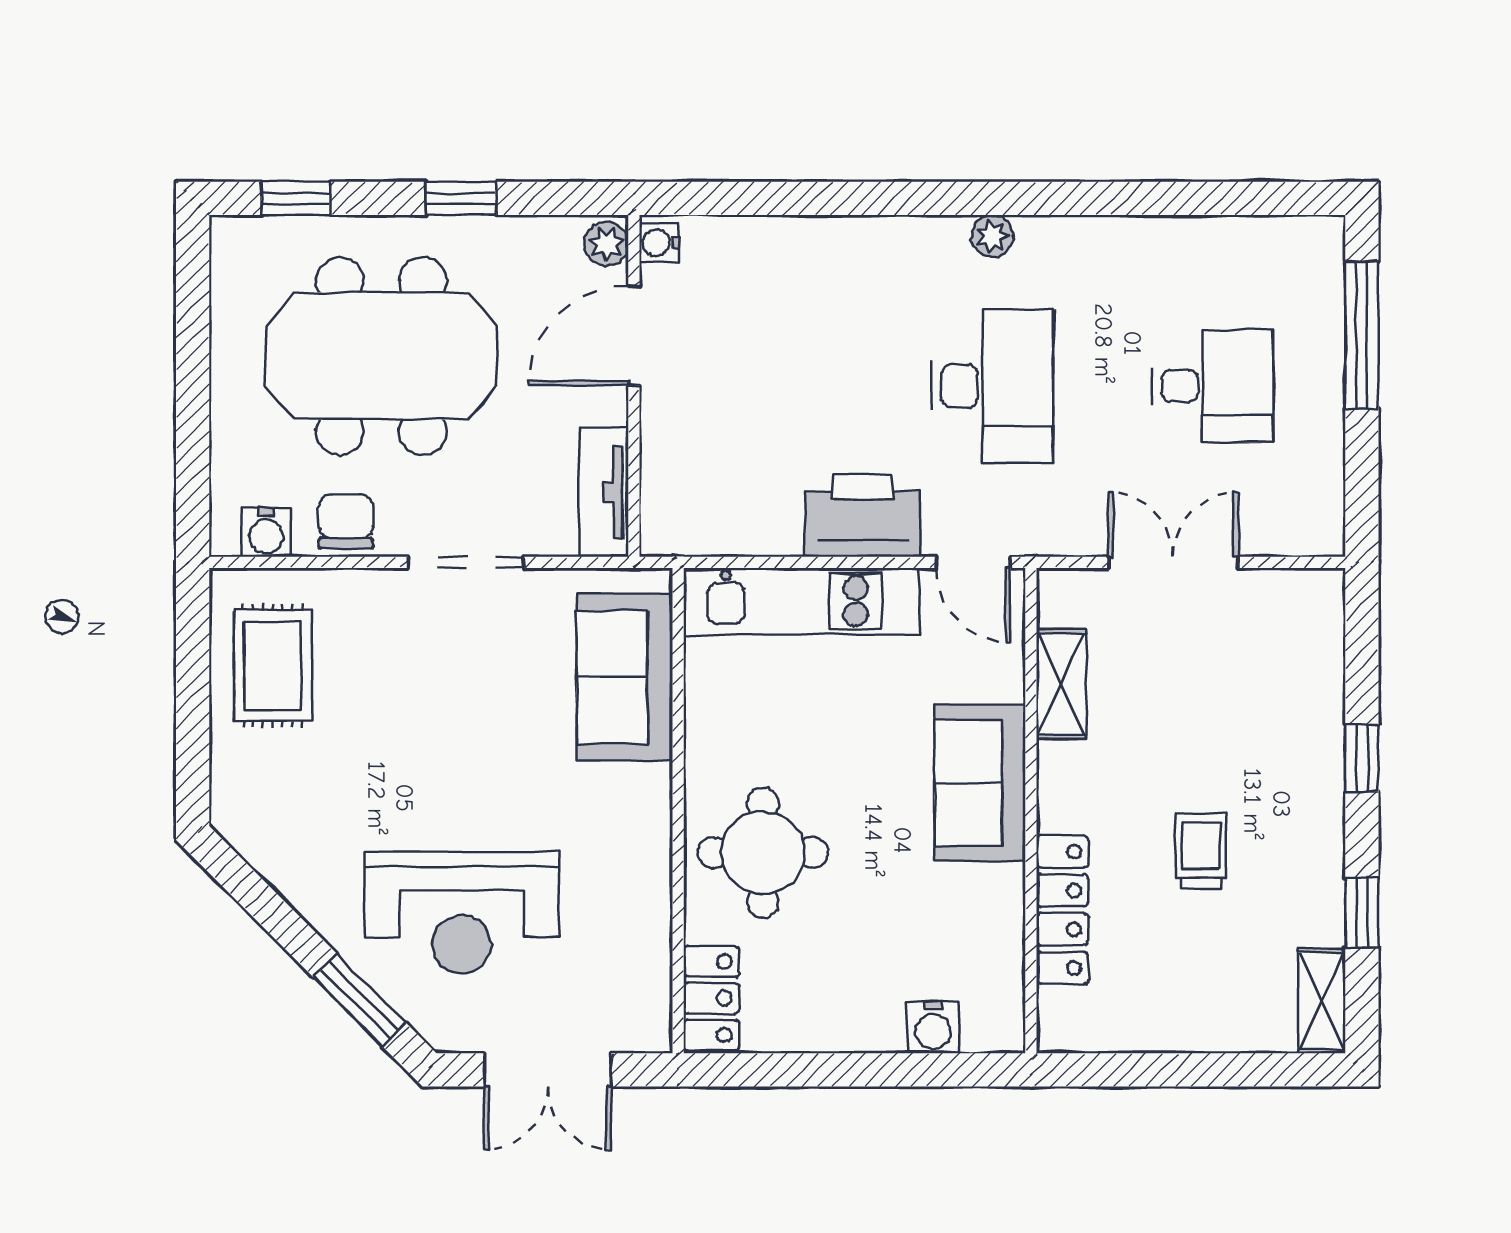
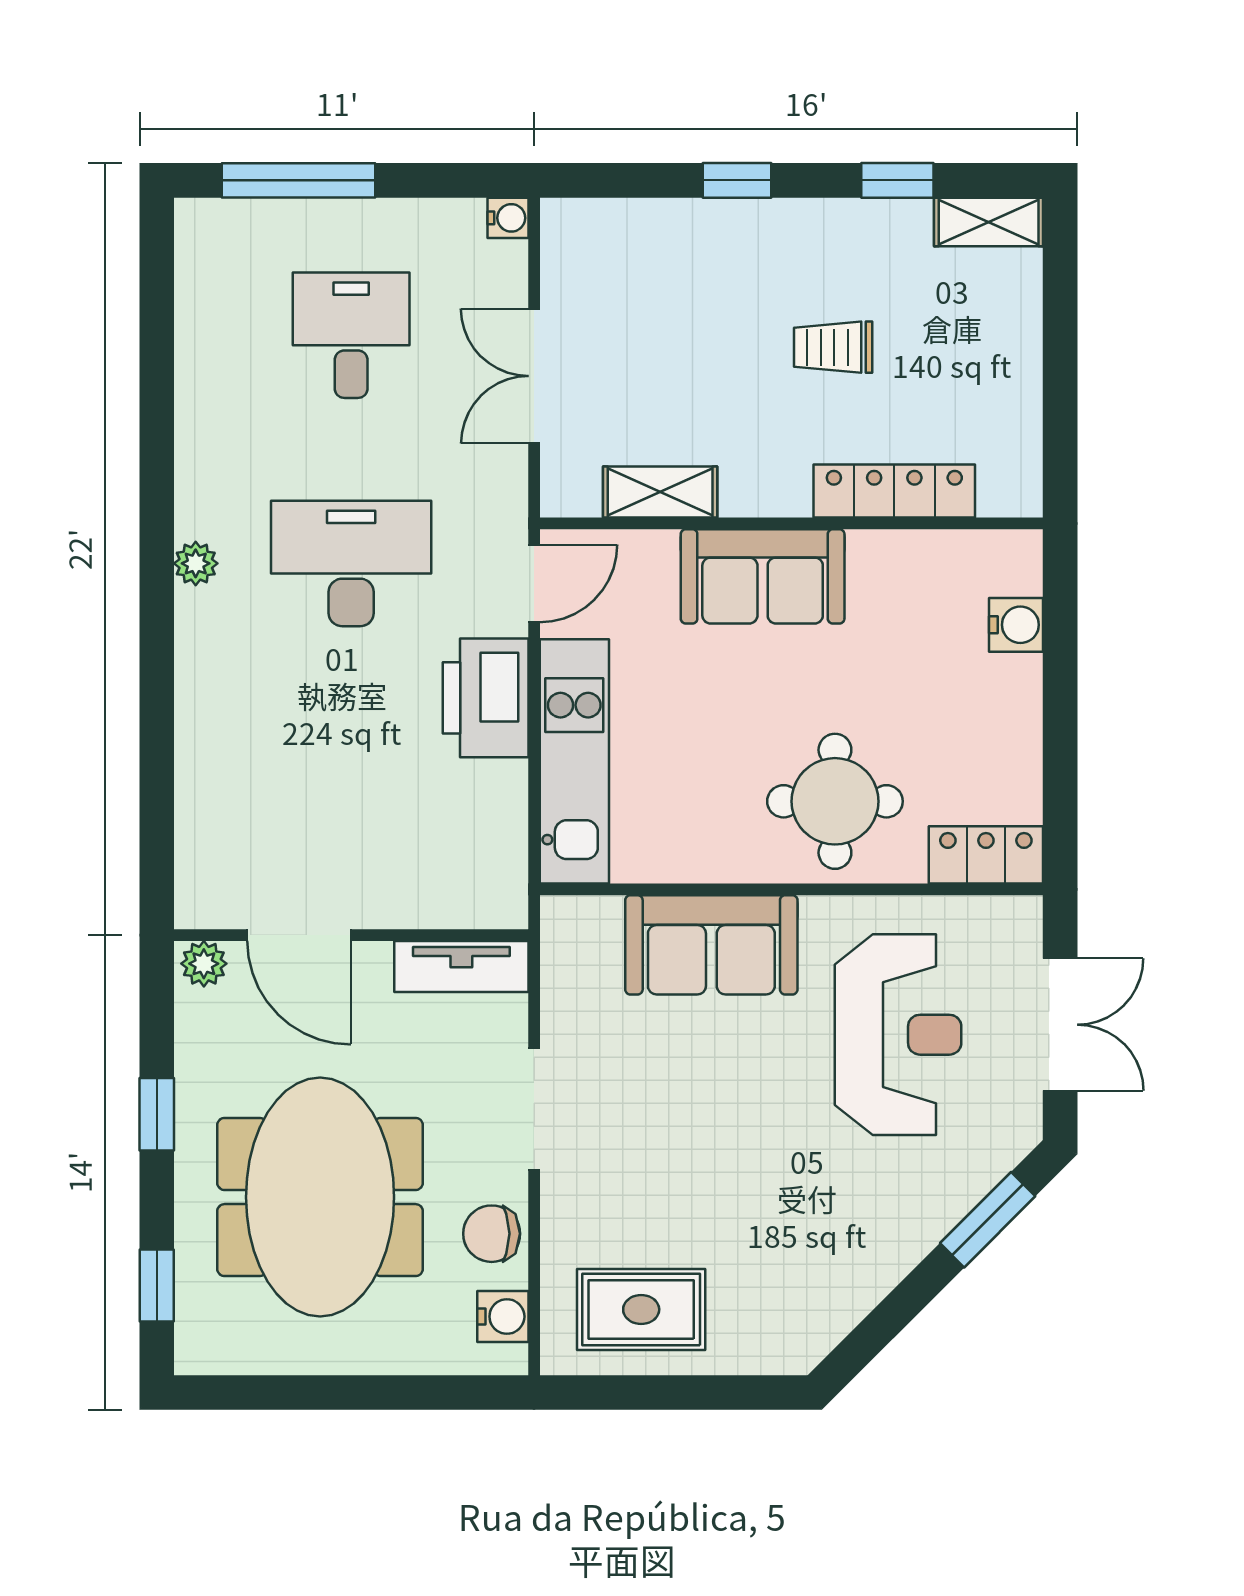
water cooler: (659, 243) -> (508, 218), moved, turned -90
sofa: (625, 677) -> (711, 945), moved
reception desk: (462, 913) -> (898, 1035), moved

